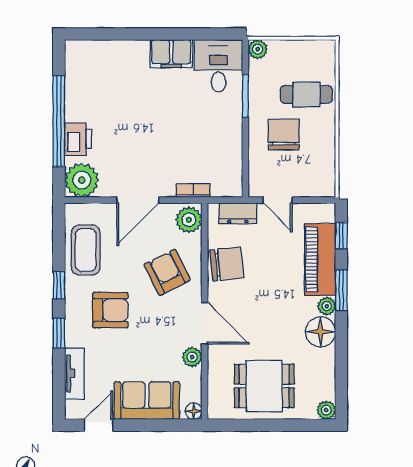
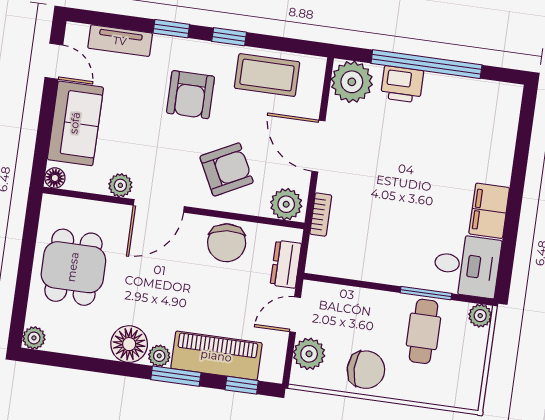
cafe table: (306, 94) -> (423, 331), moved
chair: (284, 134) -> (366, 370), moved
plant: (308, 184) -> (309, 354), added

